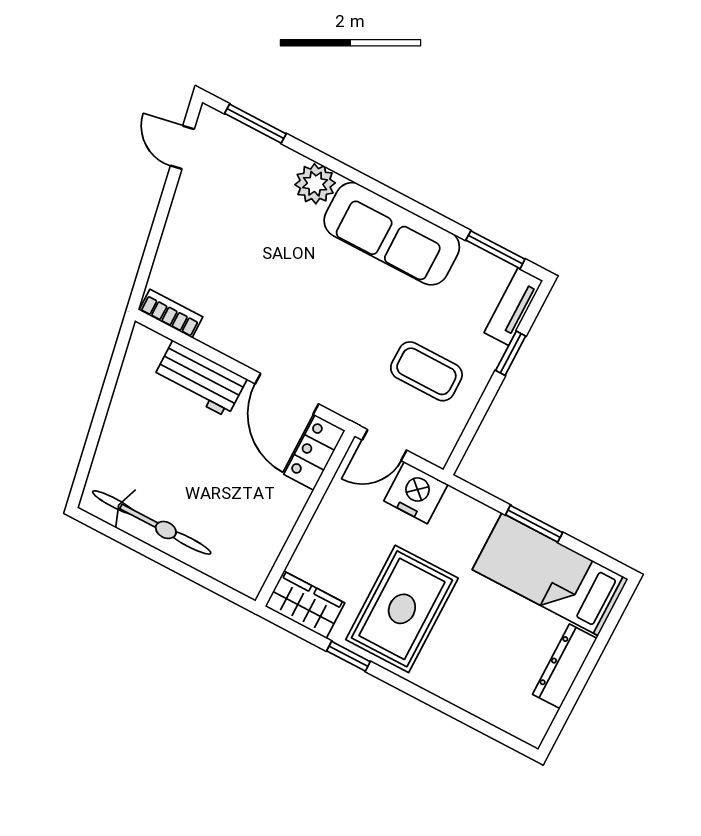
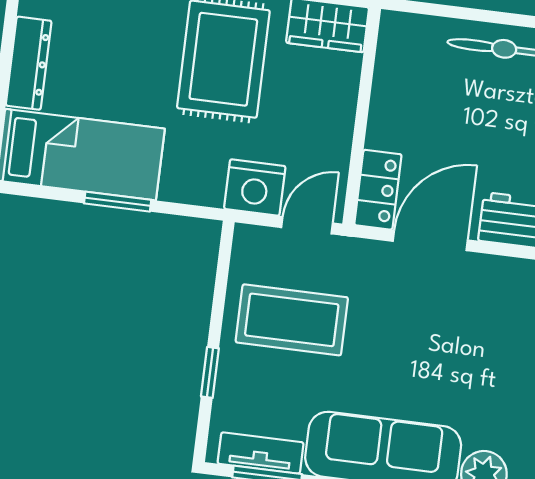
tv unit: (513, 307) -> (261, 453), moved, turned -90
coffee table: (426, 371) -> (292, 320), width x1.36, depth x1.32
door: (287, 394) -> (430, 241), hinge flipped

